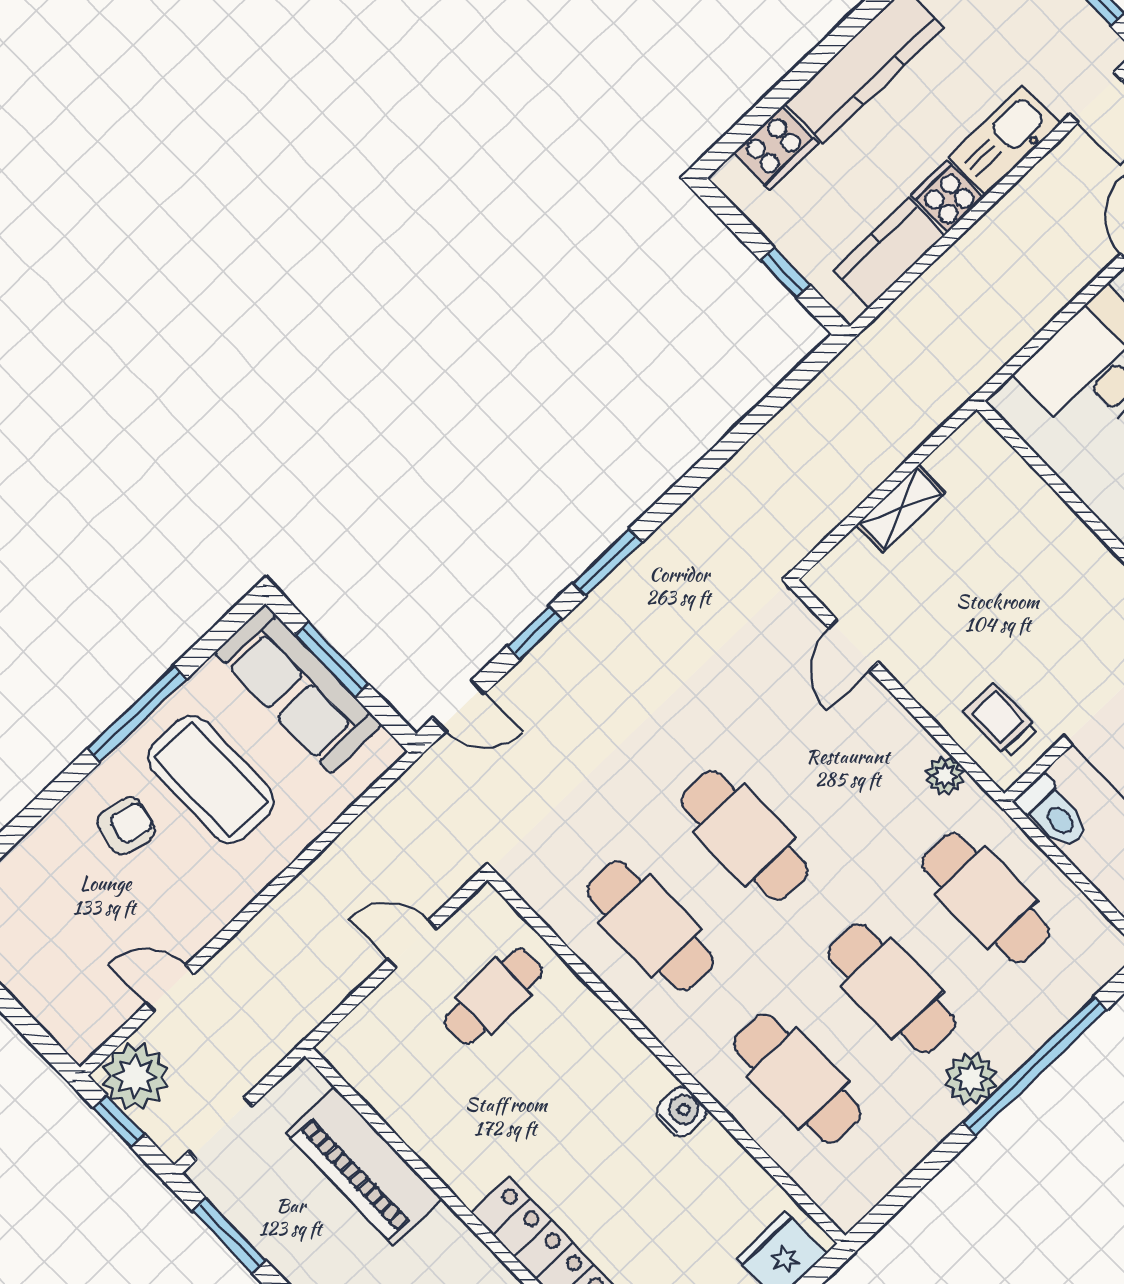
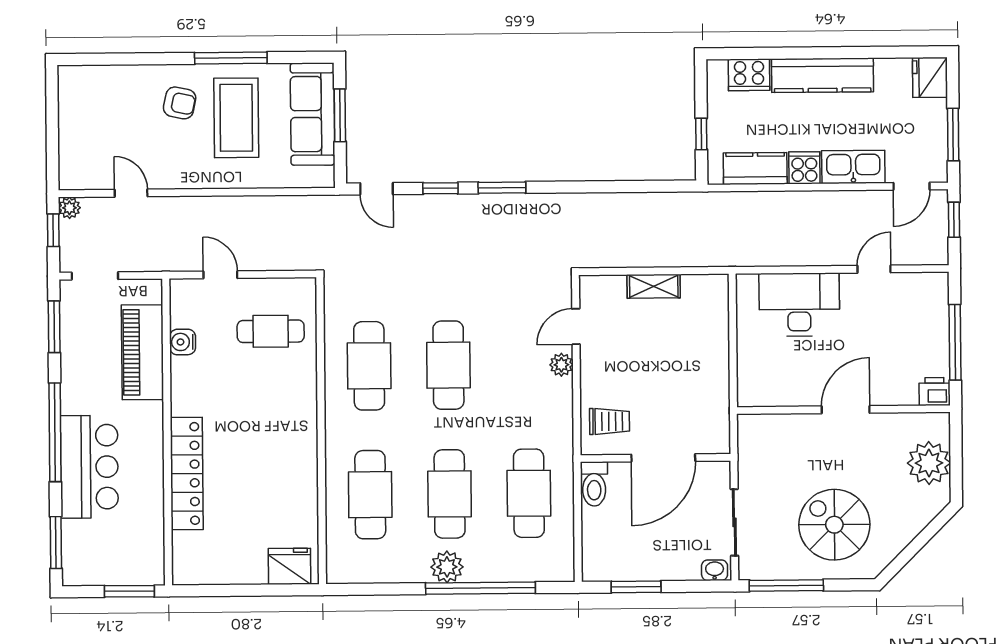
trolley: (1001, 720) -> (610, 421), turned 90
plant: (945, 776) -> (561, 365), moved
door: (412, 944) -> (220, 275), moved
plant: (135, 1076) -> (69, 208), width x0.53, depth x0.53
water cooler: (681, 1112) -> (183, 342), moved, turned 180

